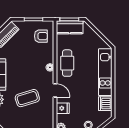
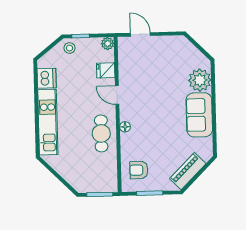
kitchen counter: (70, 27) -> (99, 183), removed
coffee table: (27, 98) -> (156, 83), removed

